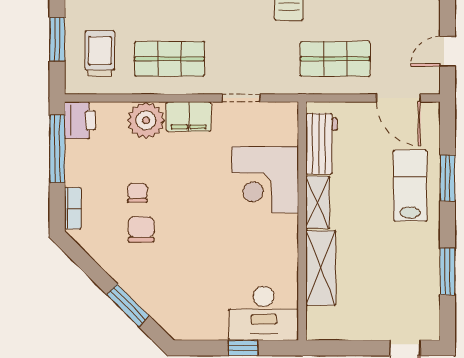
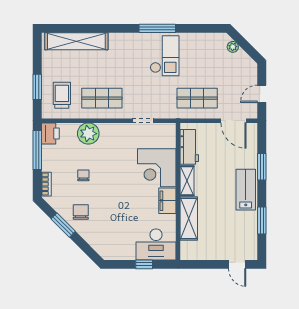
filing cabinet: (189, 117) -> (167, 201), moved, turned 90
lab bench: (410, 186) -> (246, 190), moved
chair: (141, 229) -> (81, 212), moved
window: (128, 305) -> (63, 225), moved

